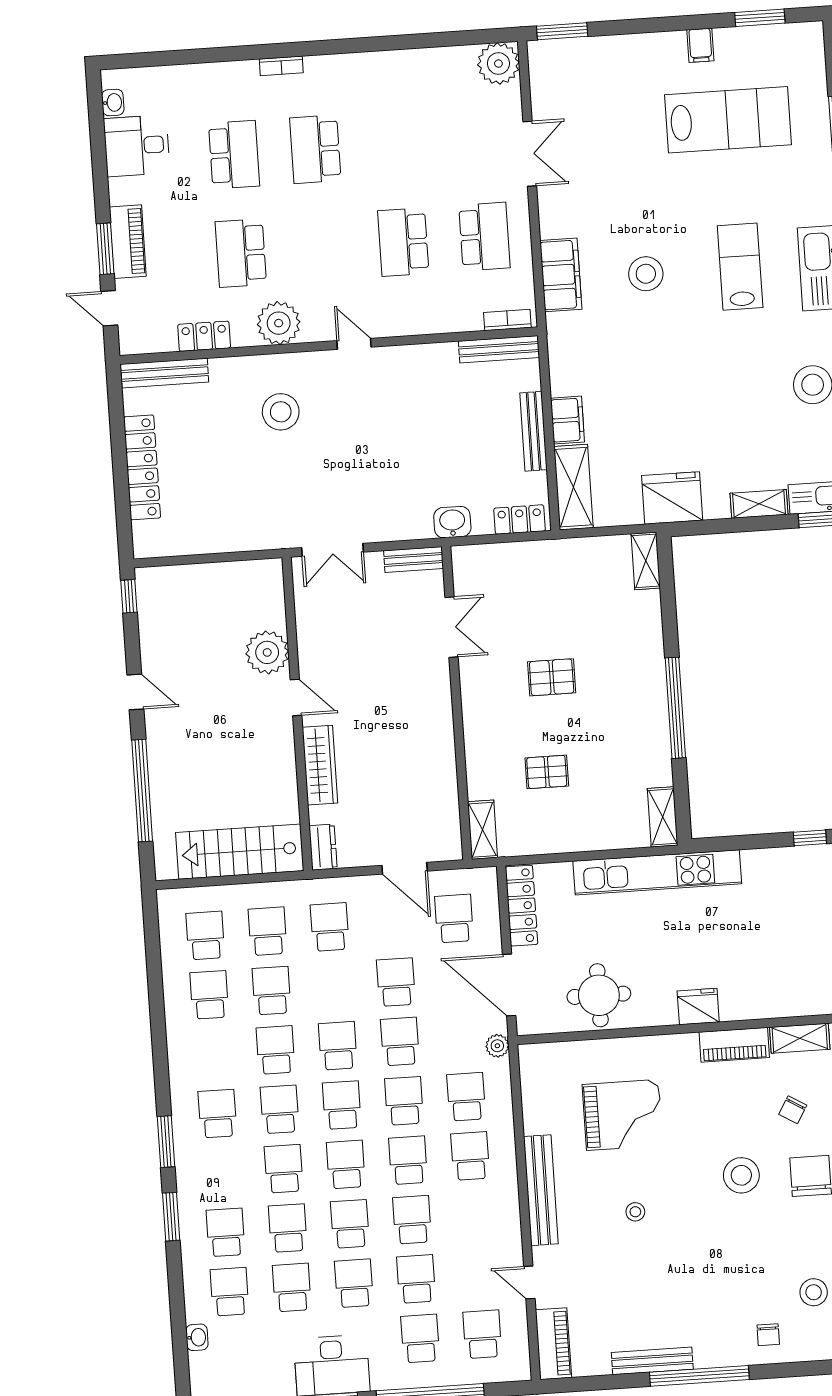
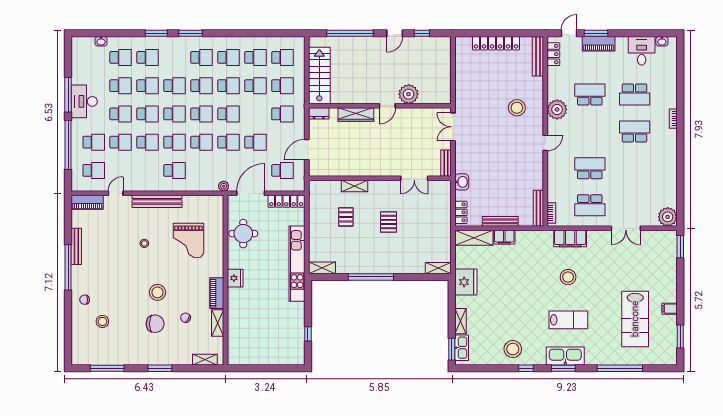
locker: (204, 336) -> (553, 54), moved
window: (129, 596) -> (422, 33), moved
shelving: (483, 830) -> (355, 186), moved
school desk: (466, 1097) -> (228, 57), moved

